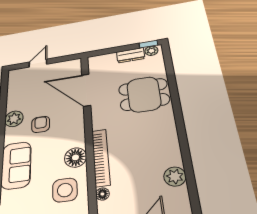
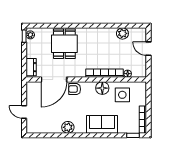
dresser: (131, 55) -> (31, 67), moved
armchair: (41, 124) -> (75, 89), moved

